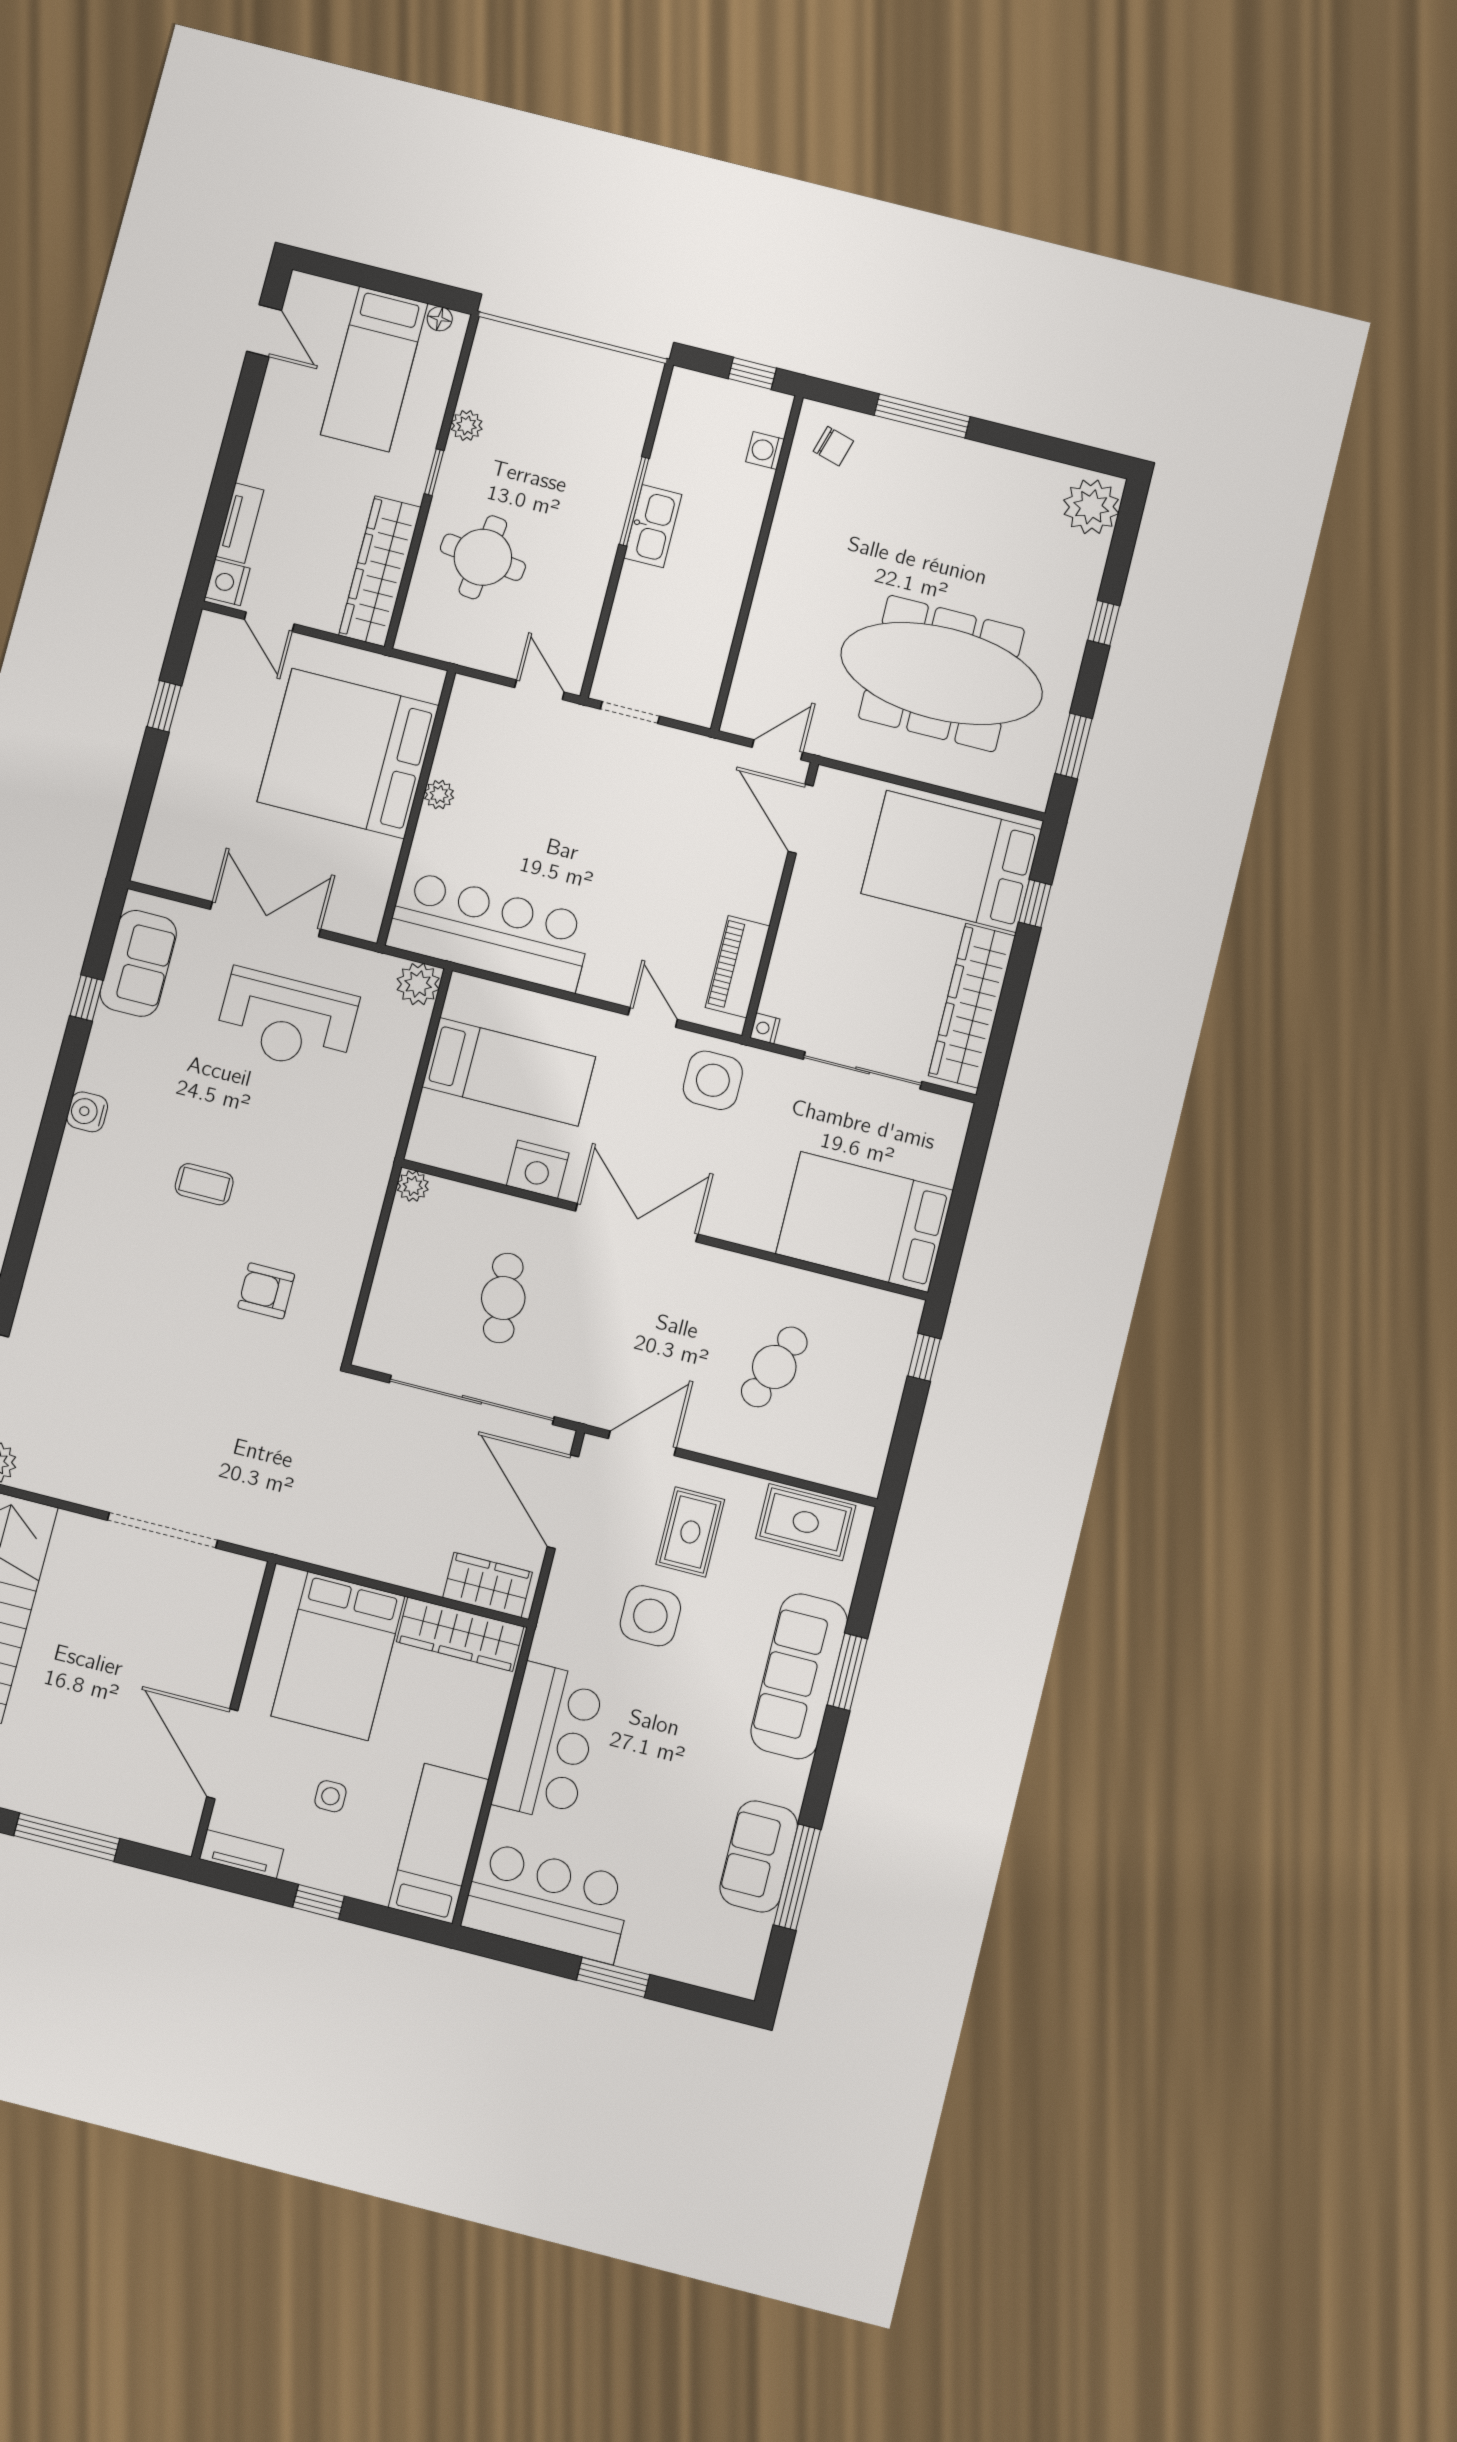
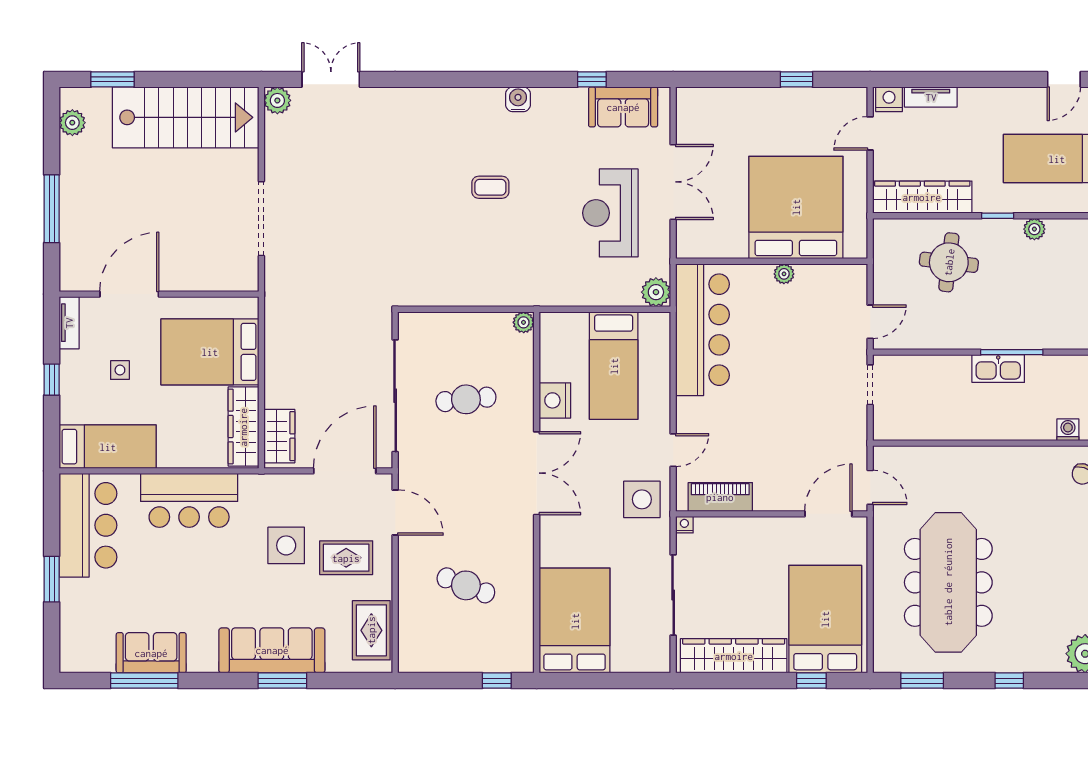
coffee table: (204, 1184) -> (490, 187), turned 90
armchair: (266, 1291) -> (432, 245), removed

